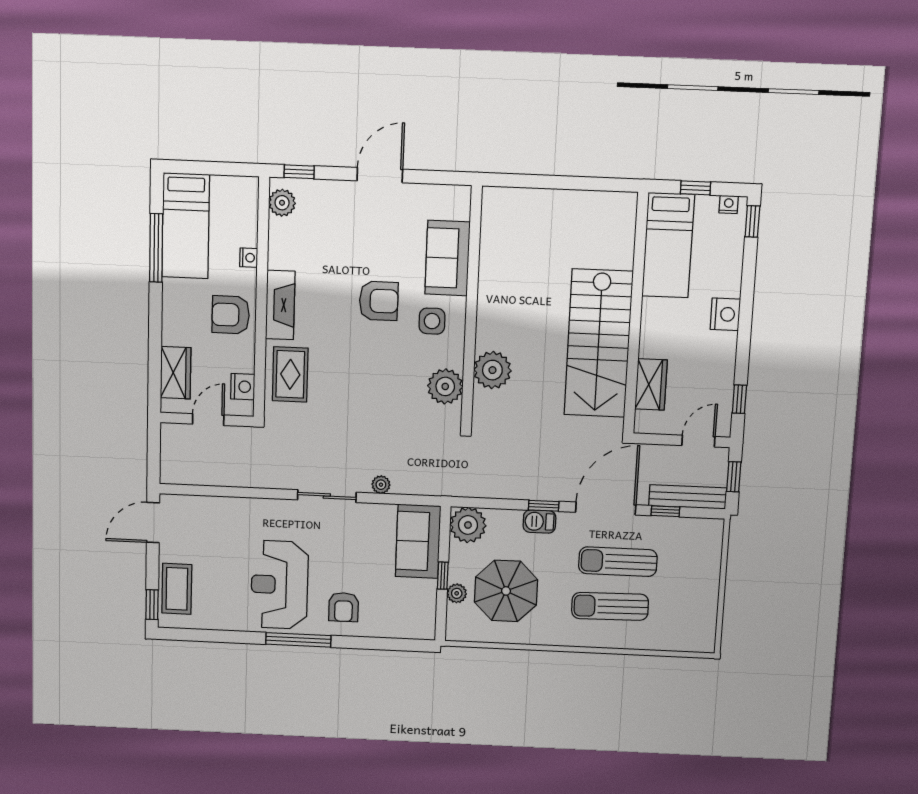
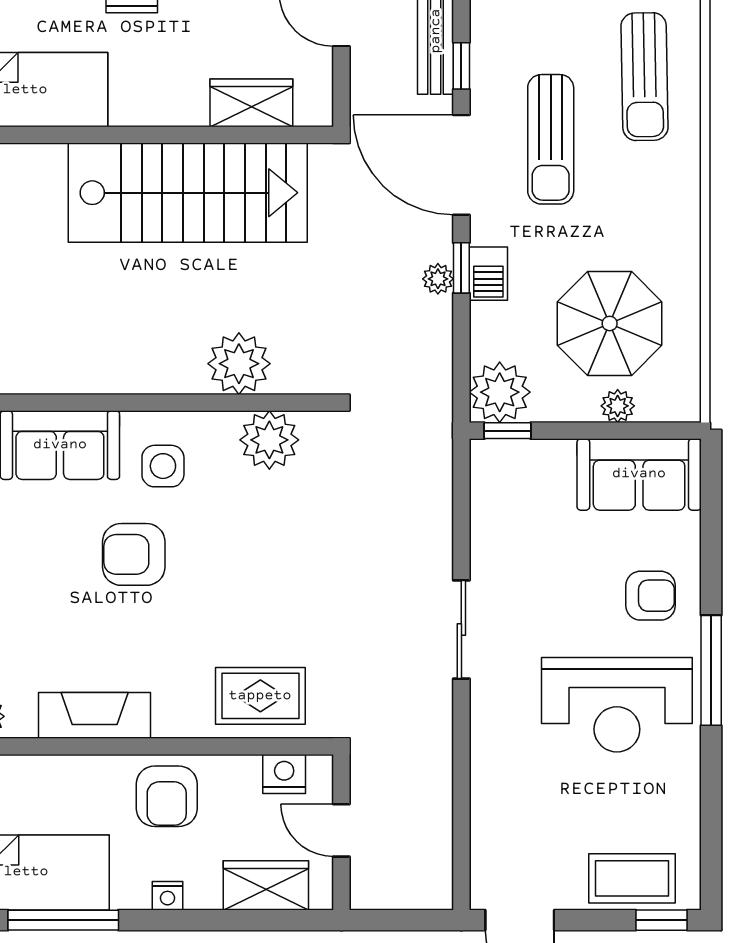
nightstand: (249, 258) -> (167, 896), moved, turned 180
armchair: (379, 301) -> (134, 554), turned -90
fireplace: (280, 305) -> (95, 715), moved
plant: (381, 485) -> (438, 279), moved
sofa: (418, 541) -> (639, 474), moved
window: (443, 576) -> (507, 431), moved
sun lounger: (610, 606) -> (645, 77), moved

